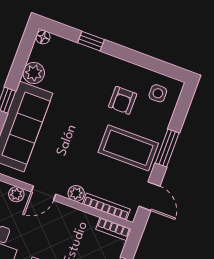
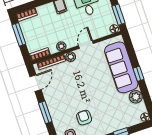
coffee table: (128, 148) -> (64, 98), removed
plant: (16, 194) -> (61, 46), moved
door: (149, 196) -> (35, 83), swing flipped

